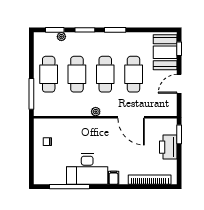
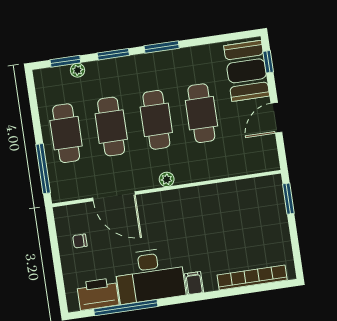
plant: (96, 112) -> (167, 179), moved
door: (131, 117) -> (114, 196), moved
printer: (168, 147) -> (98, 294), moved, turned 90

